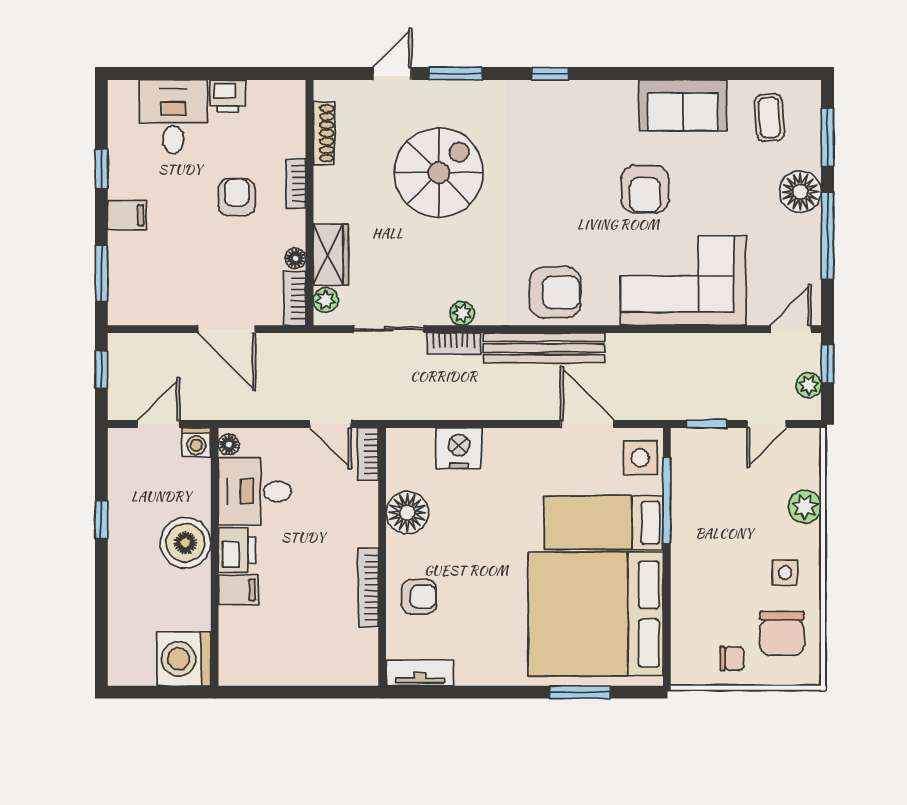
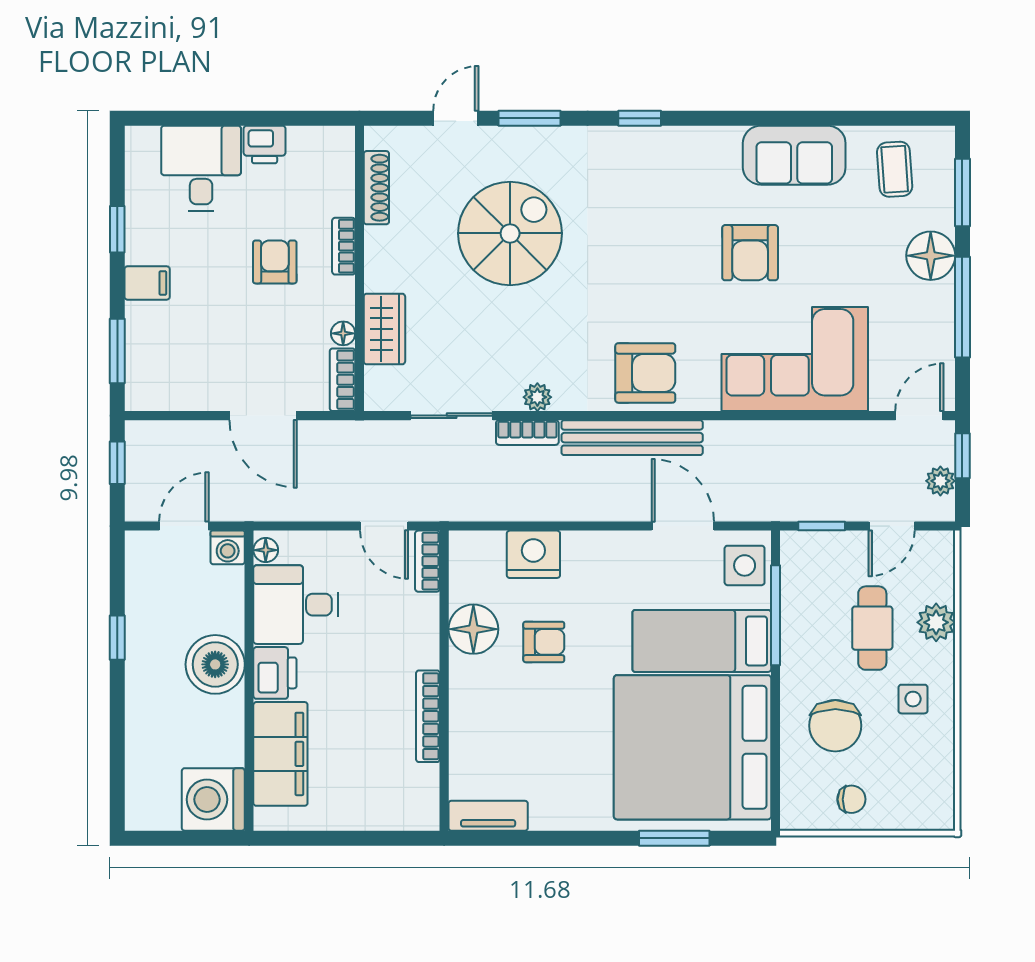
plant: (326, 300) -> (378, 382), removed
cafe table: (750, 512) -> (872, 628), added
filing cabinet: (238, 590) -> (280, 754), width x3.00, depth x1.17
armchair: (419, 597) -> (544, 642), moved
chair: (782, 633) -> (835, 726), moved

